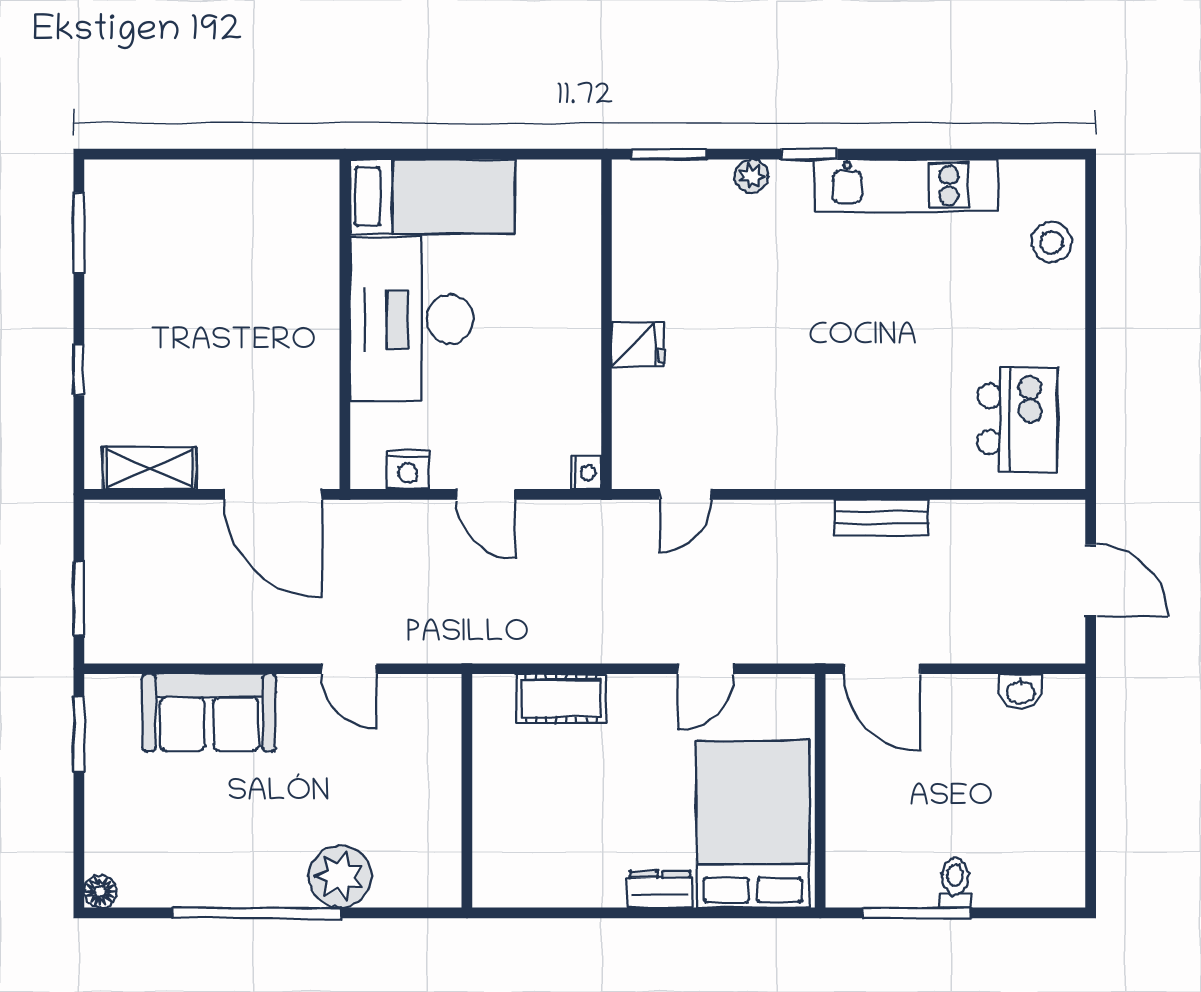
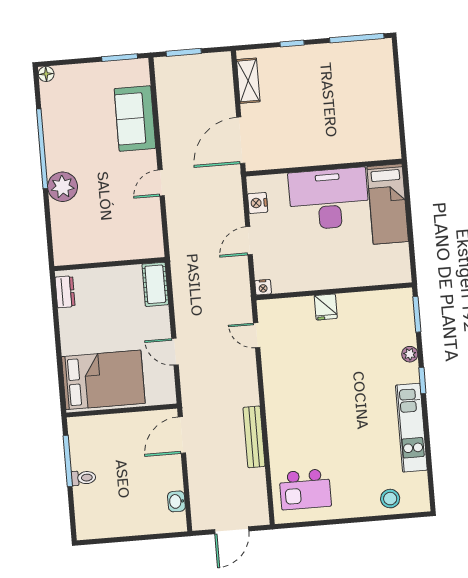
window: (79, 233) -> (357, 38), width x1.44
bench: (881, 517) -> (254, 437), width x1.36
wall: (467, 791) -> (110, 264), moved
dresser: (660, 889) -> (65, 292), moved

